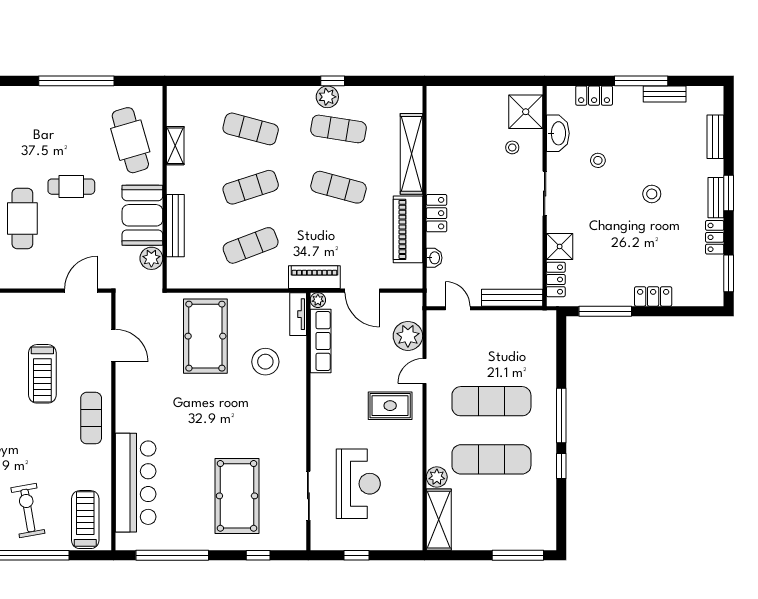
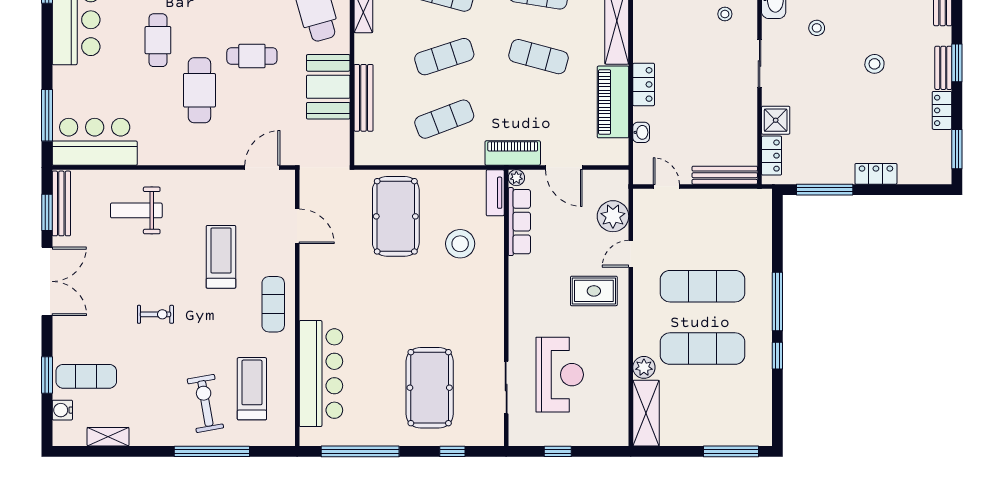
plant: (151, 258) -> (338, 133), removed
treadmill: (42, 374) -> (221, 257), turned 180
treadmill: (85, 520) -> (252, 389), moved

